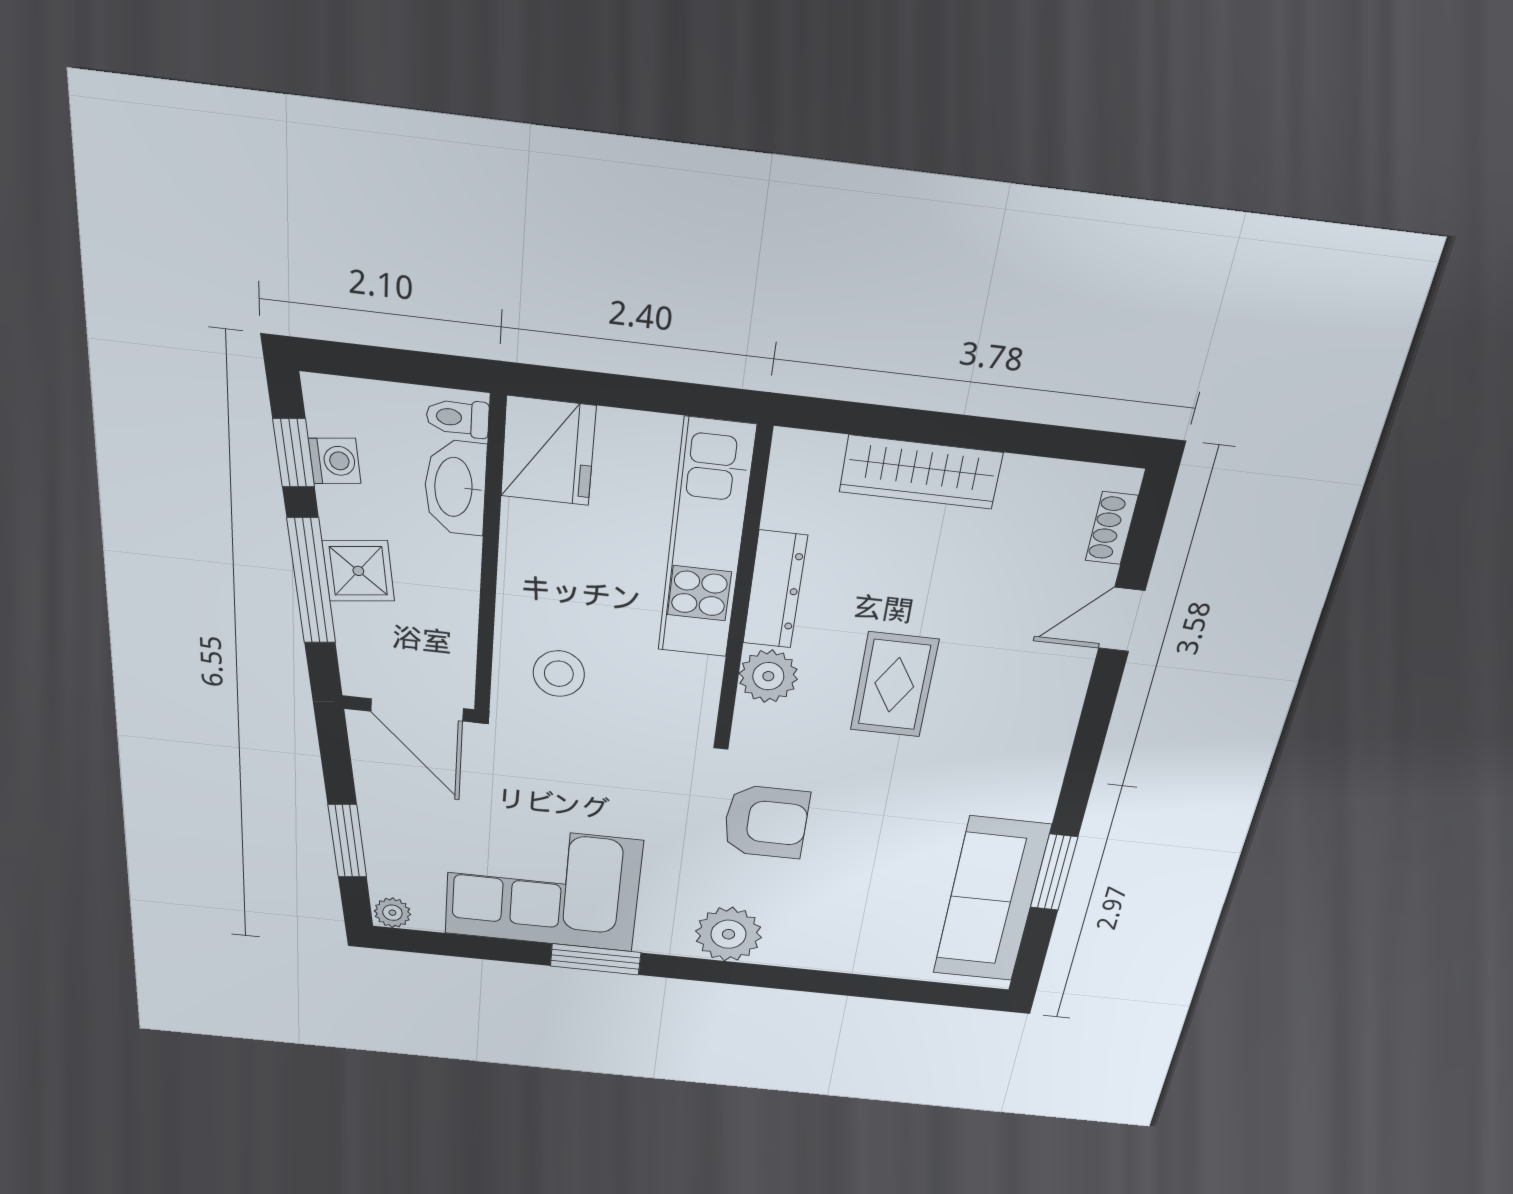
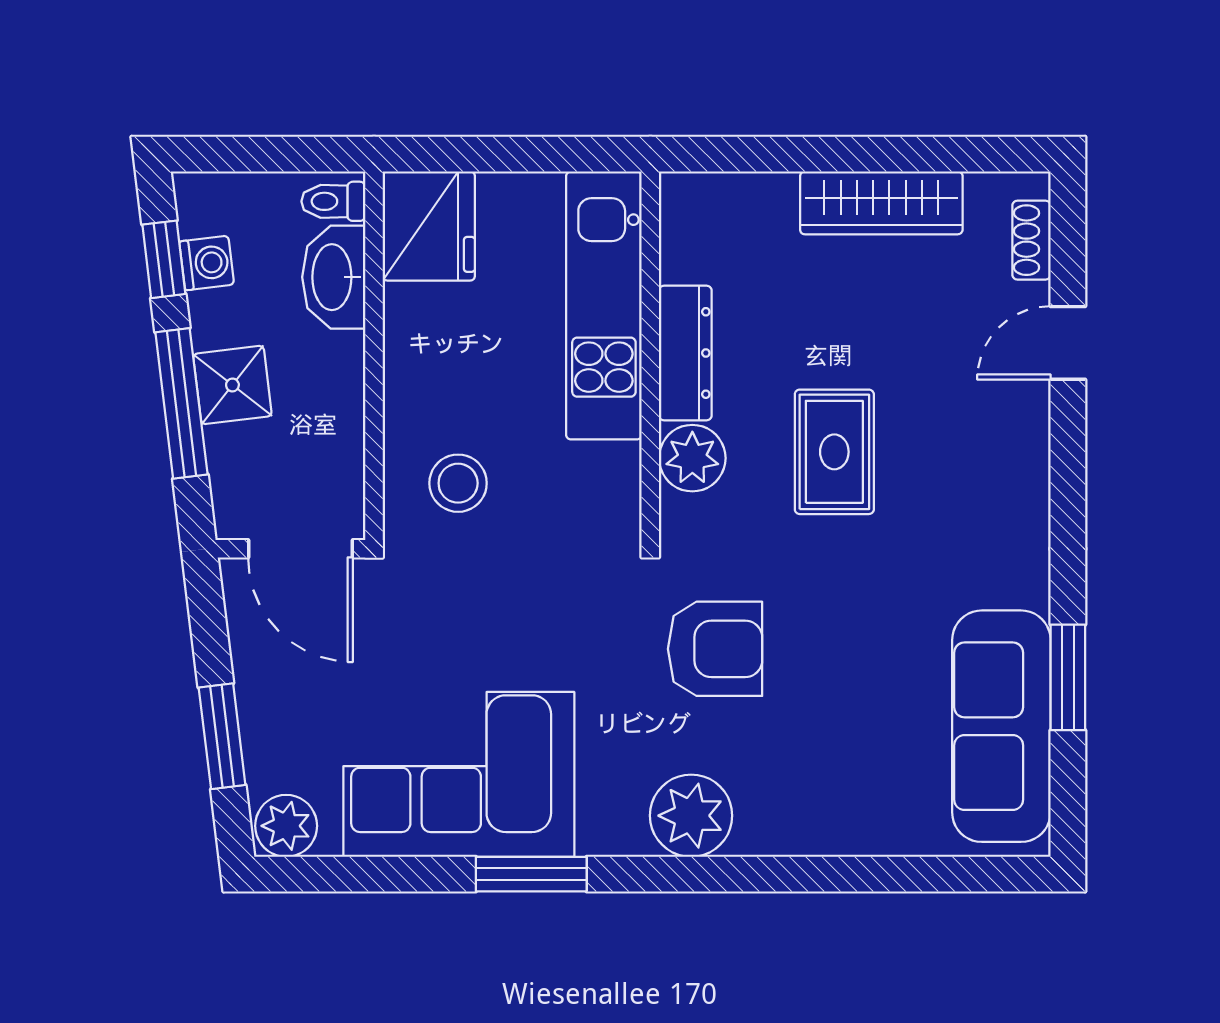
wardrobe: (921, 472) -> (881, 203), moved
plant: (392, 913) -> (286, 826), width x1.38, depth x1.38

